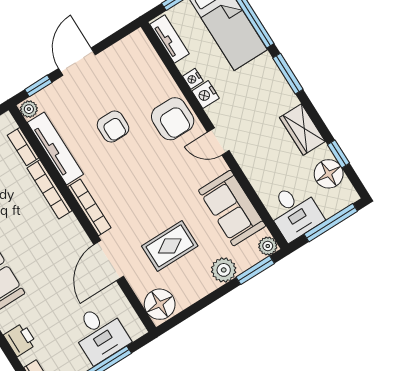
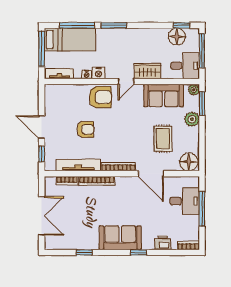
plant: (29, 109) -> (50, 166), removed
wardrobe: (302, 130) -> (148, 71), moved, turned 180
window: (338, 154) -> (181, 25), moved

